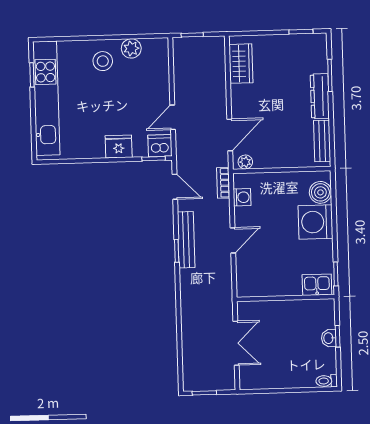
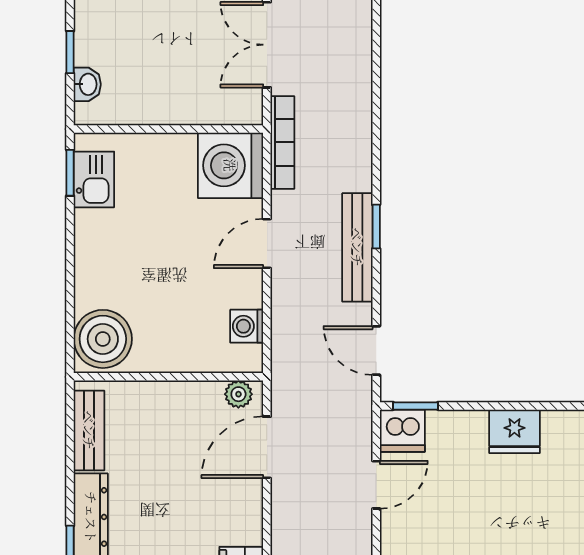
fridge: (119, 147) -> (514, 431), moved
bookcase: (223, 183) -> (282, 142), moved, width x1.56
boiler: (320, 192) -> (103, 339), width x1.37, depth x1.37
washing machine: (315, 222) -> (230, 165), moved, turned 180
kitchen sink: (317, 285) -> (94, 179), moved, turned -90
washbasin: (329, 338) -> (87, 84), moved

